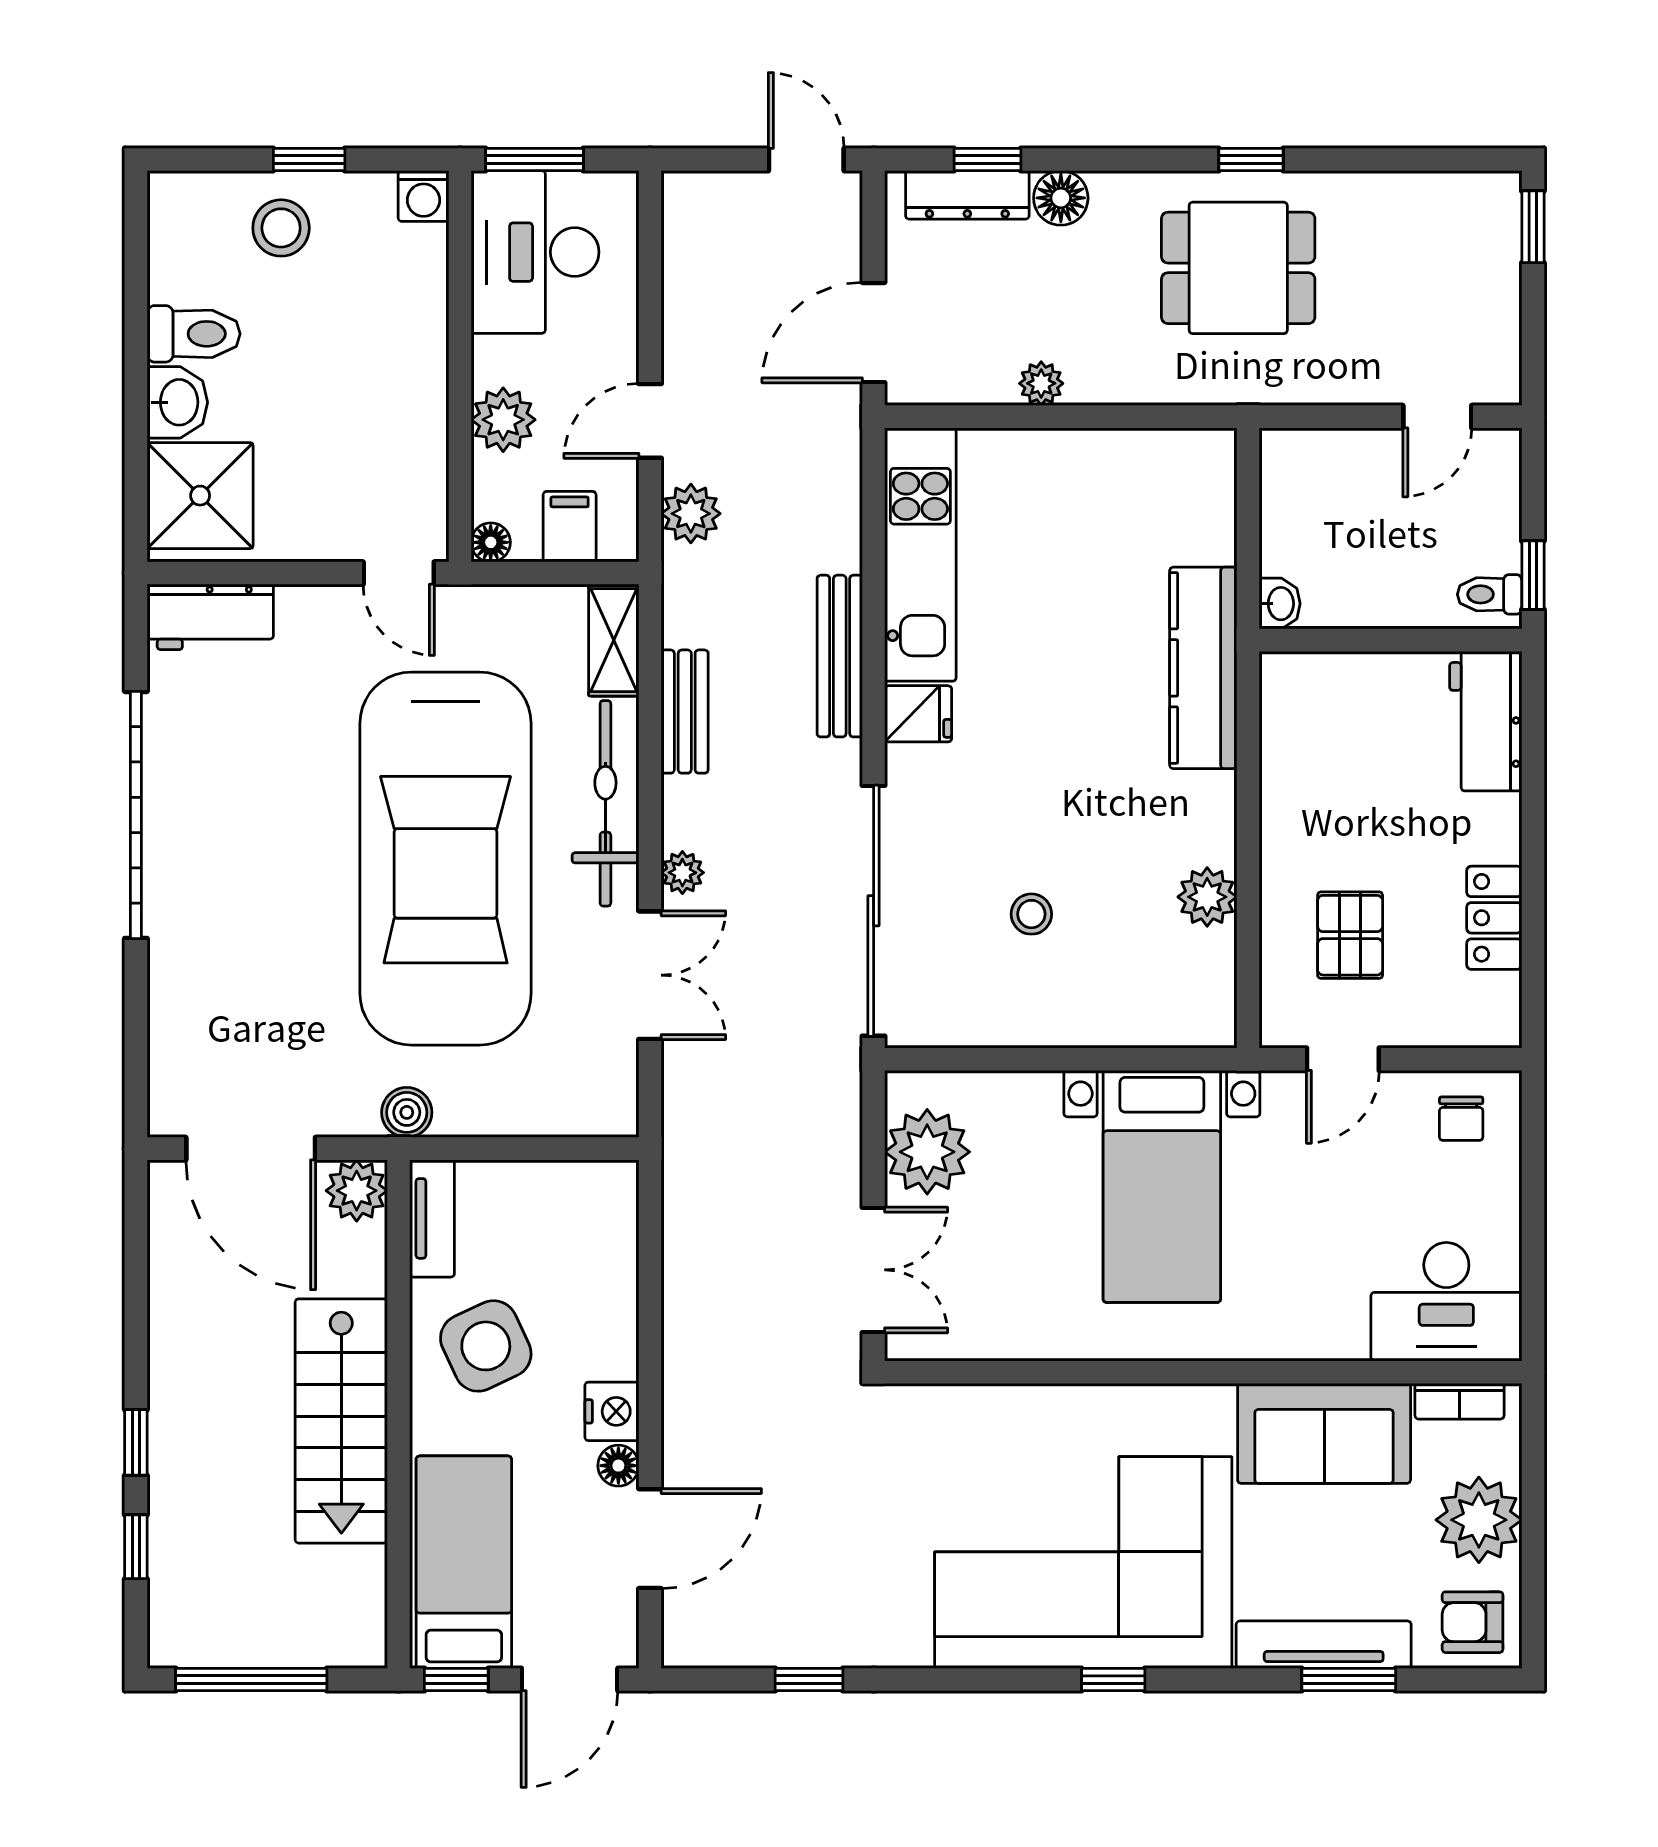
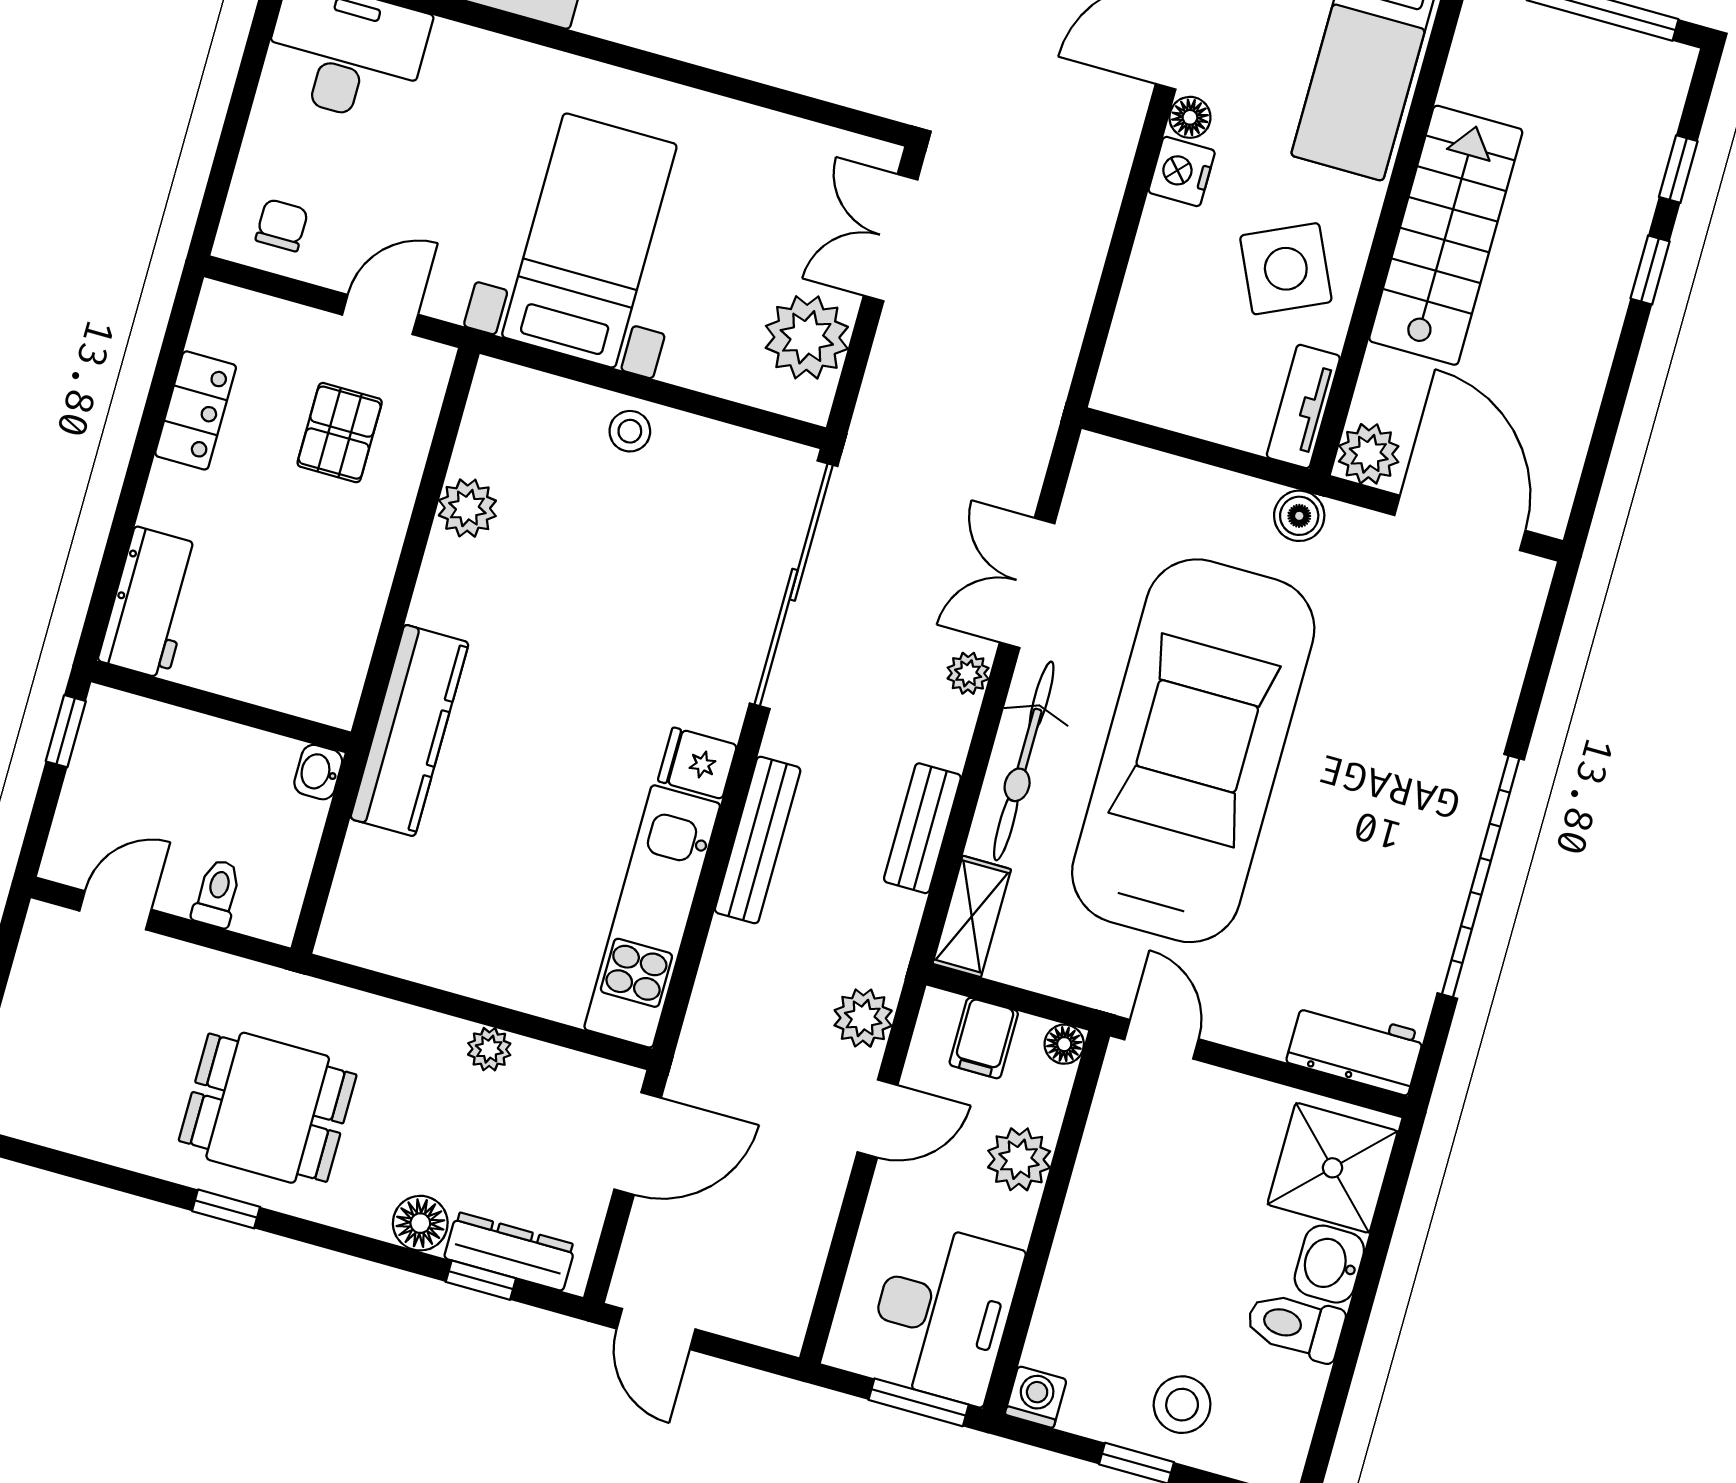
toilet: (1490, 594) -> (217, 893), moved, turned -90
stool: (1031, 914) -> (630, 431), moved

